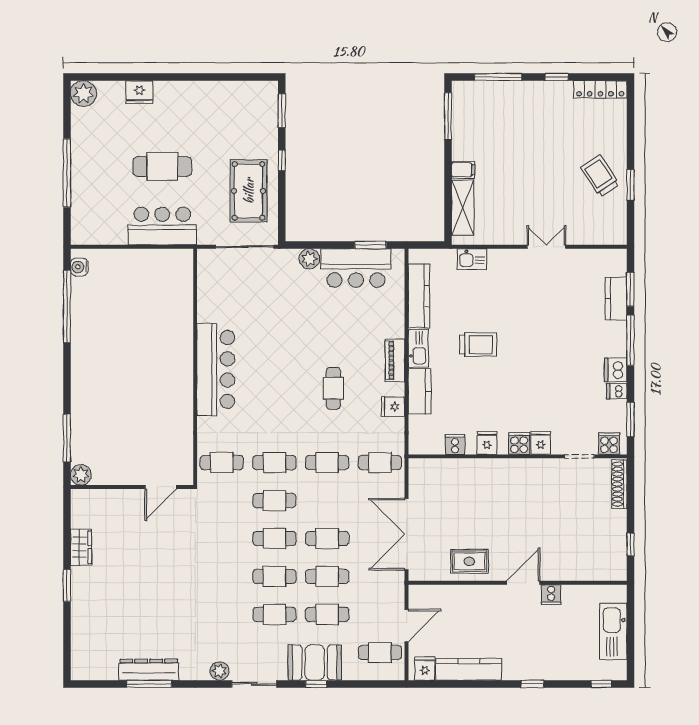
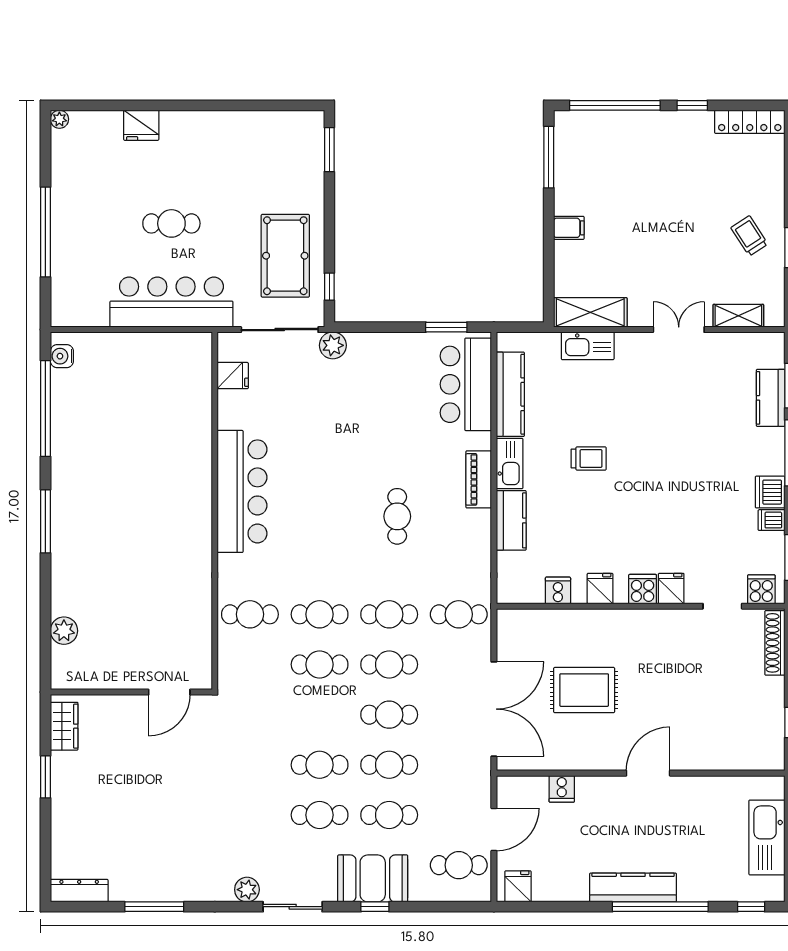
window: (498, 77) -> (615, 105), width x1.46
plant: (83, 94) -> (59, 119), width x0.53, depth x0.53
window: (282, 160) -> (329, 287), moved
cafe table: (162, 166) -> (171, 223), width x0.73, depth x0.74
trolley: (600, 176) -> (749, 236), width x0.73, depth x0.72
shelving: (463, 208) -> (590, 312), moved, turned 90
bar counter: (162, 226) -> (171, 302), width x1.36
shelving: (592, 236) -> (738, 316), added
plant: (309, 259) -> (333, 345), moved
kitchen sink: (472, 259) -> (588, 346), width x1.38
bar counter: (356, 268) -> (466, 384), moved, turned 90
trolley: (478, 344) -> (589, 458), width x0.73, depth x0.72
fridge: (393, 407) -> (233, 376), moved, turned 180
window: (67, 438) -> (45, 521), moved
wall: (132, 487) -> (131, 692), moved
door: (161, 487) -> (169, 692), moved
double door: (406, 534) -> (494, 709), swing flipped
cafe table: (274, 538) -> (389, 664), moved
rug: (469, 561) -> (584, 690), moved, width x1.36, depth x1.43
cooker: (551, 595) -> (562, 789), moved
kitchen counter: (469, 669) -> (633, 887), moved
dresser: (149, 670) -> (79, 891), moved, width x0.73, depth x0.80
window: (532, 684) -> (660, 907), width x3.17

